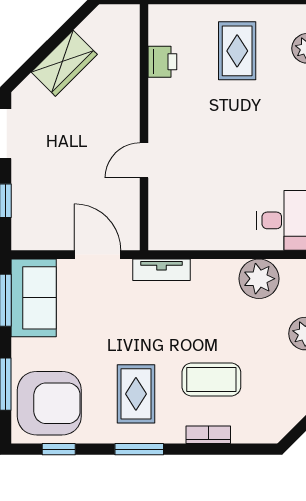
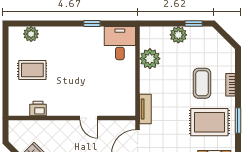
rug: (136, 394) -> (209, 122), width x1.36, depth x1.43

